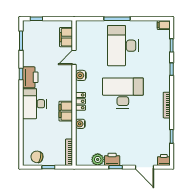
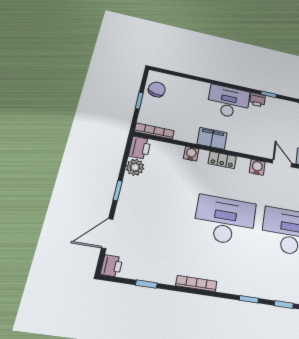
printer: (30, 77) -> (257, 100), width x0.53, depth x0.68
desk: (123, 93) -> (225, 220), turned -90
printer: (112, 159) -> (140, 148), moved

